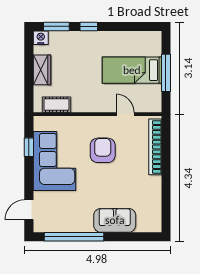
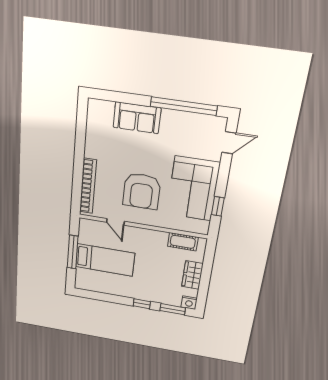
armchair: (103, 150) -> (142, 191), width x1.36, depth x1.36

